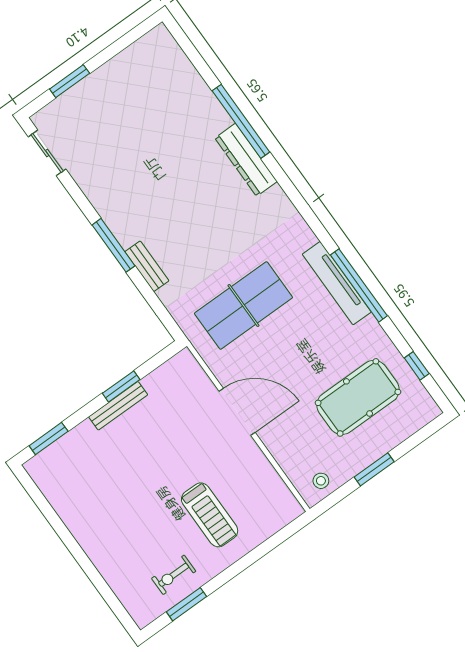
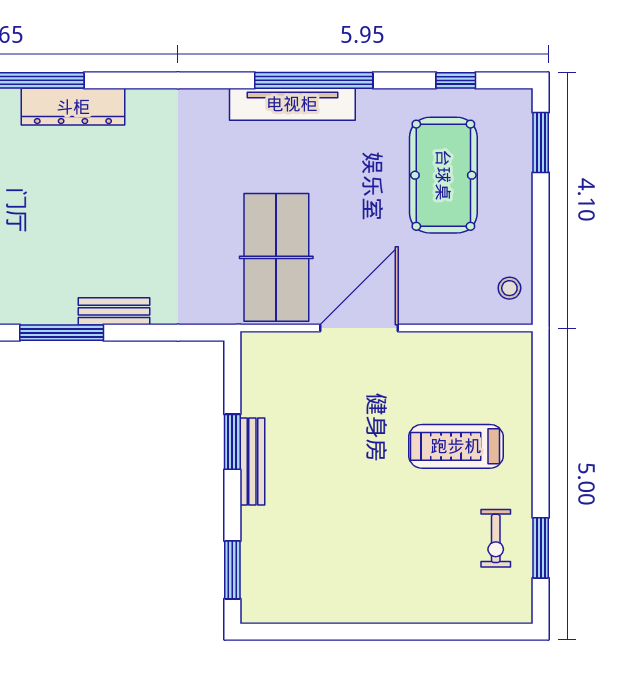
table tennis table: (243, 305) -> (276, 257), moved
window: (374, 469) -> (541, 142), moved
treadmill: (210, 515) -> (456, 446), turned 180

